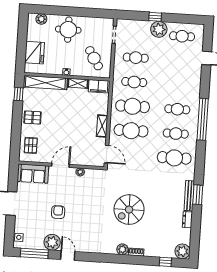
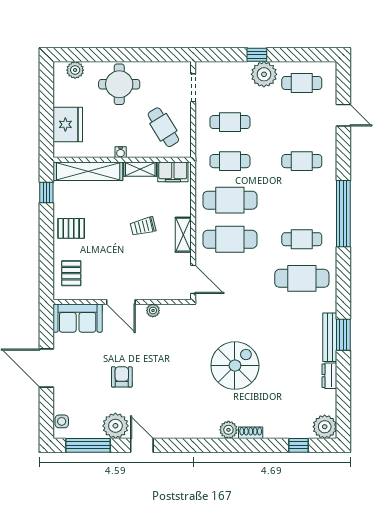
cafe table: (177, 109) -> (302, 161), moved
trolley: (77, 119) -> (143, 226), added
door: (61, 165) -> (121, 302), swing flipped
spiral stairs: (129, 210) -> (235, 366), turned 180

